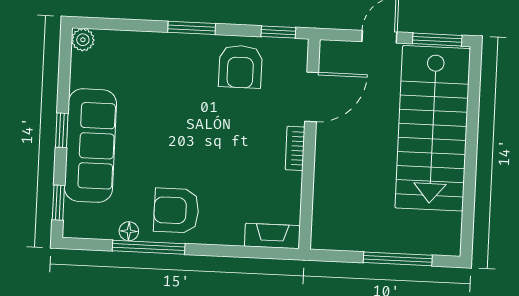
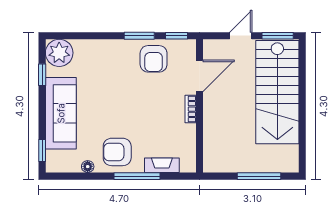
window: (192, 28) -> (139, 36), moved
plant: (83, 40) -> (59, 53), width x1.87, depth x1.87
window: (62, 130) -> (42, 75), moved
fireplace: (272, 236) -> (162, 165), moved
window: (149, 247) -> (137, 176), moved

